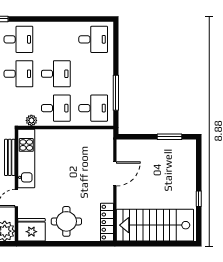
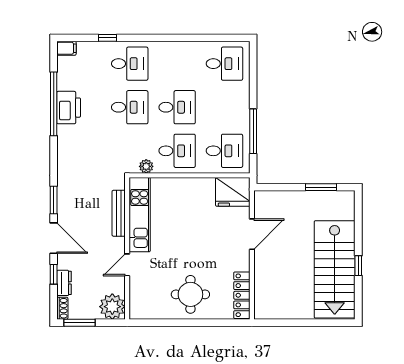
stairs: (155, 225) -> (335, 269), moved, turned -90
fridge: (31, 230) -> (233, 192), moved, turned 180

